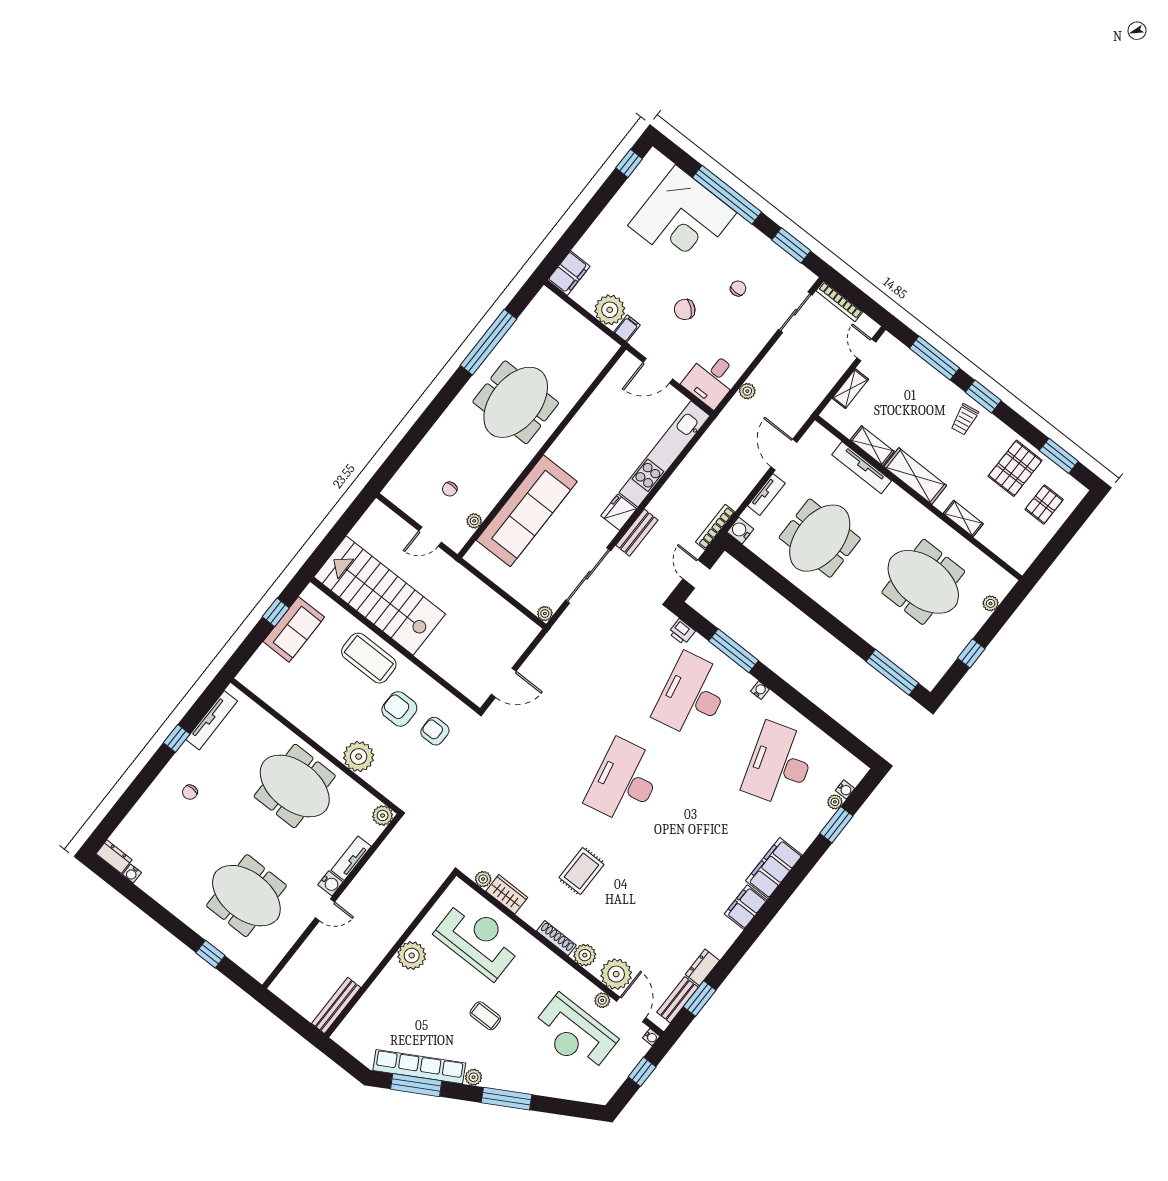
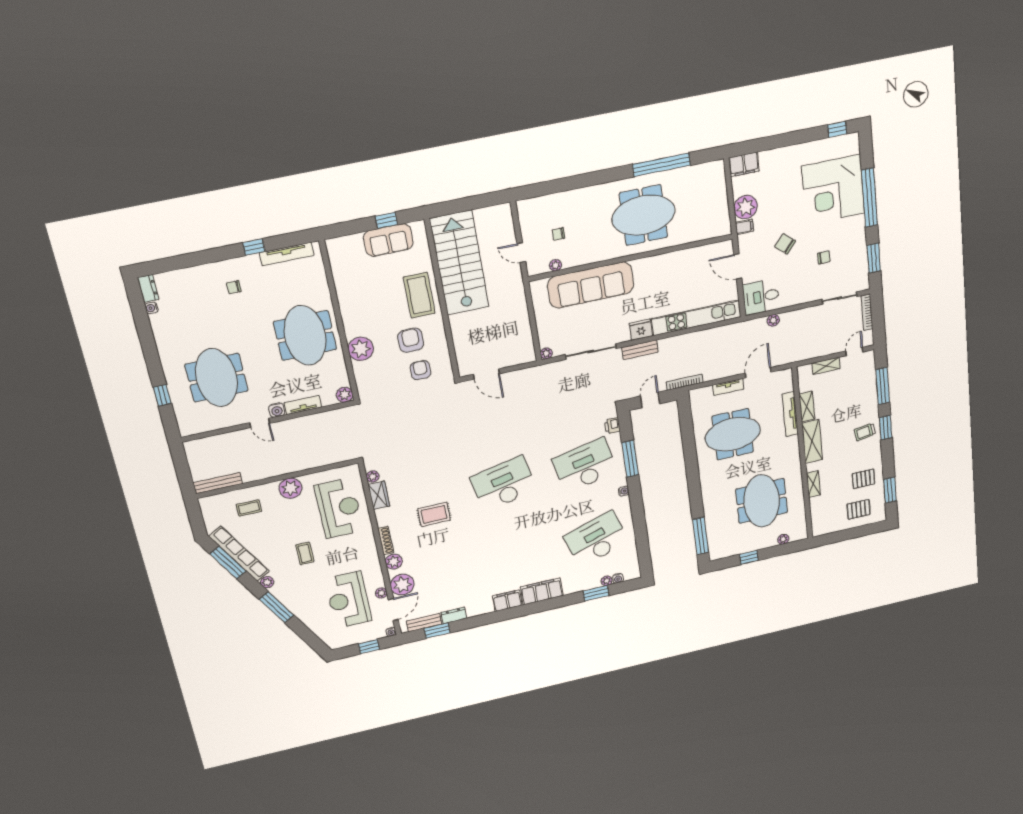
pallet: (1015, 468) -> (863, 479), width x0.67, depth x0.71
water cooler: (740, 530) -> (696, 395), removed
coffee table: (388, 1009) -> (249, 508), added

